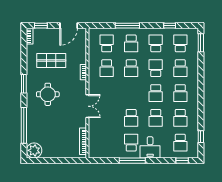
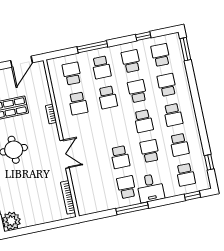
school desk: (180, 68) -> (167, 85), turned 180
school desk: (156, 118) -> (150, 151), turned 180

